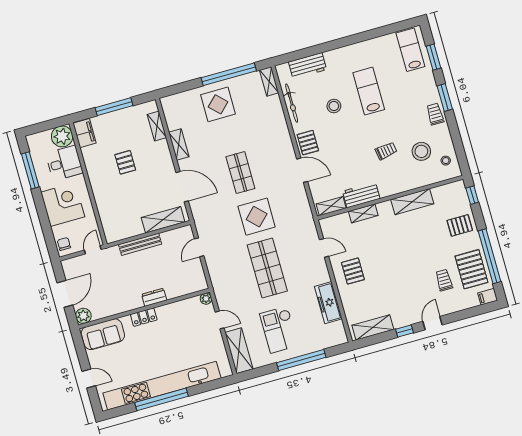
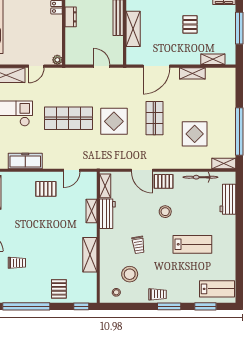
display table: (218, 104) -> (195, 134), moved
stool: (334, 106) -> (165, 212), moved
pallet: (125, 162) -> (190, 24), turned 90
door: (302, 170) -> (142, 170), hinge flipped
shop shelf: (240, 173) -> (154, 118), turned 90
shelving: (163, 220) -> (133, 29), moved
pallet: (471, 269) -> (20, 288), removed

